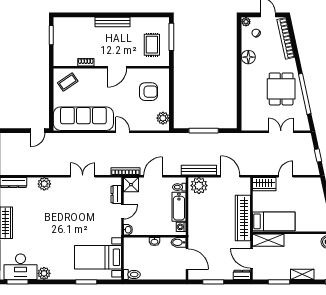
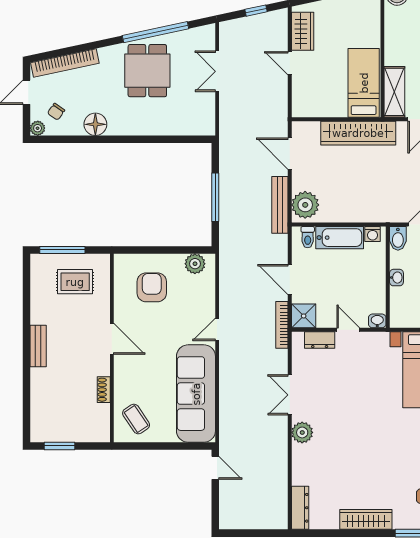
bench: (112, 22) -> (38, 346), width x0.73
dining table: (281, 89) -> (147, 71), turned 90
door: (230, 176) -> (290, 154), hinge flipped
plant: (44, 184) -> (302, 432), moved
wardrobe: (264, 184) -> (303, 31), moved

